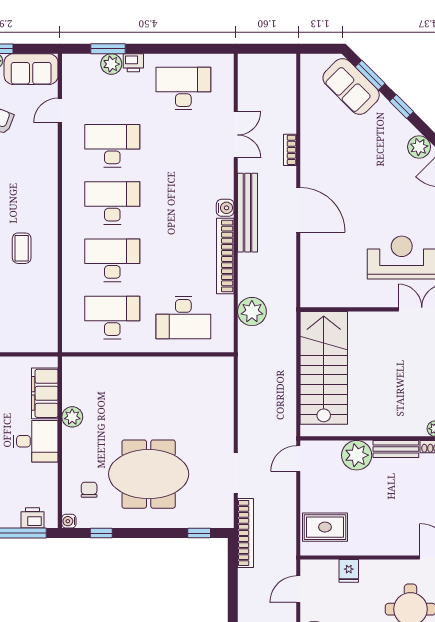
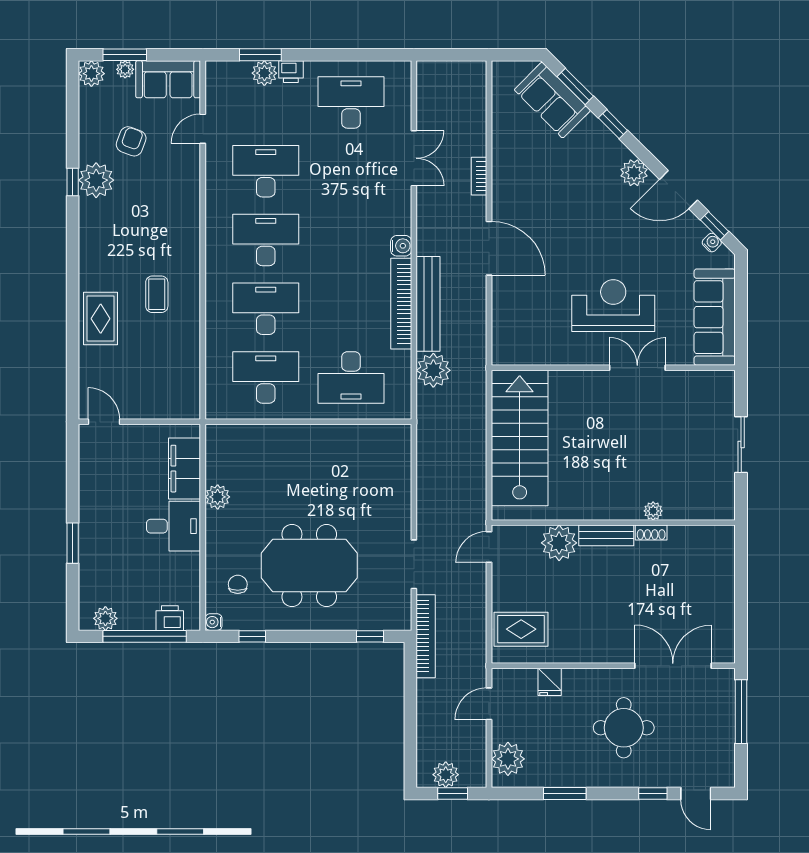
bench: (248, 213) -> (428, 304), moved

